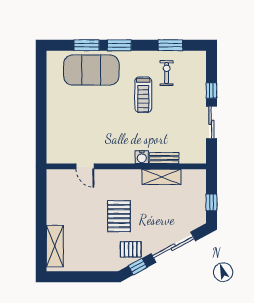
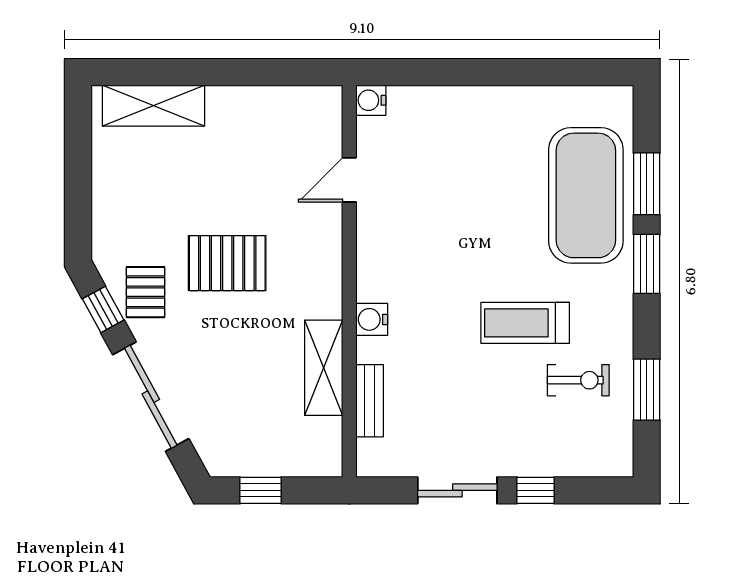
water cooler: (53, 158) -> (371, 100), added
bench: (164, 158) -> (370, 401), moved

